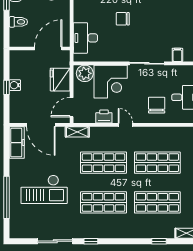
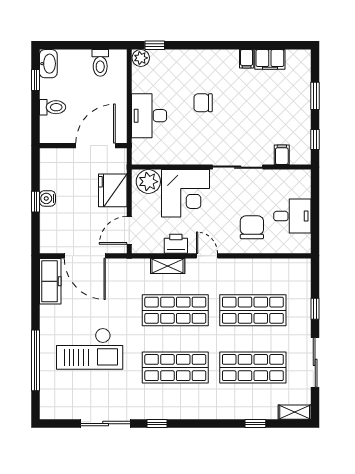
desk: (85, 38) -> (149, 116), moved
shelving: (77, 132) -> (168, 266), moved

